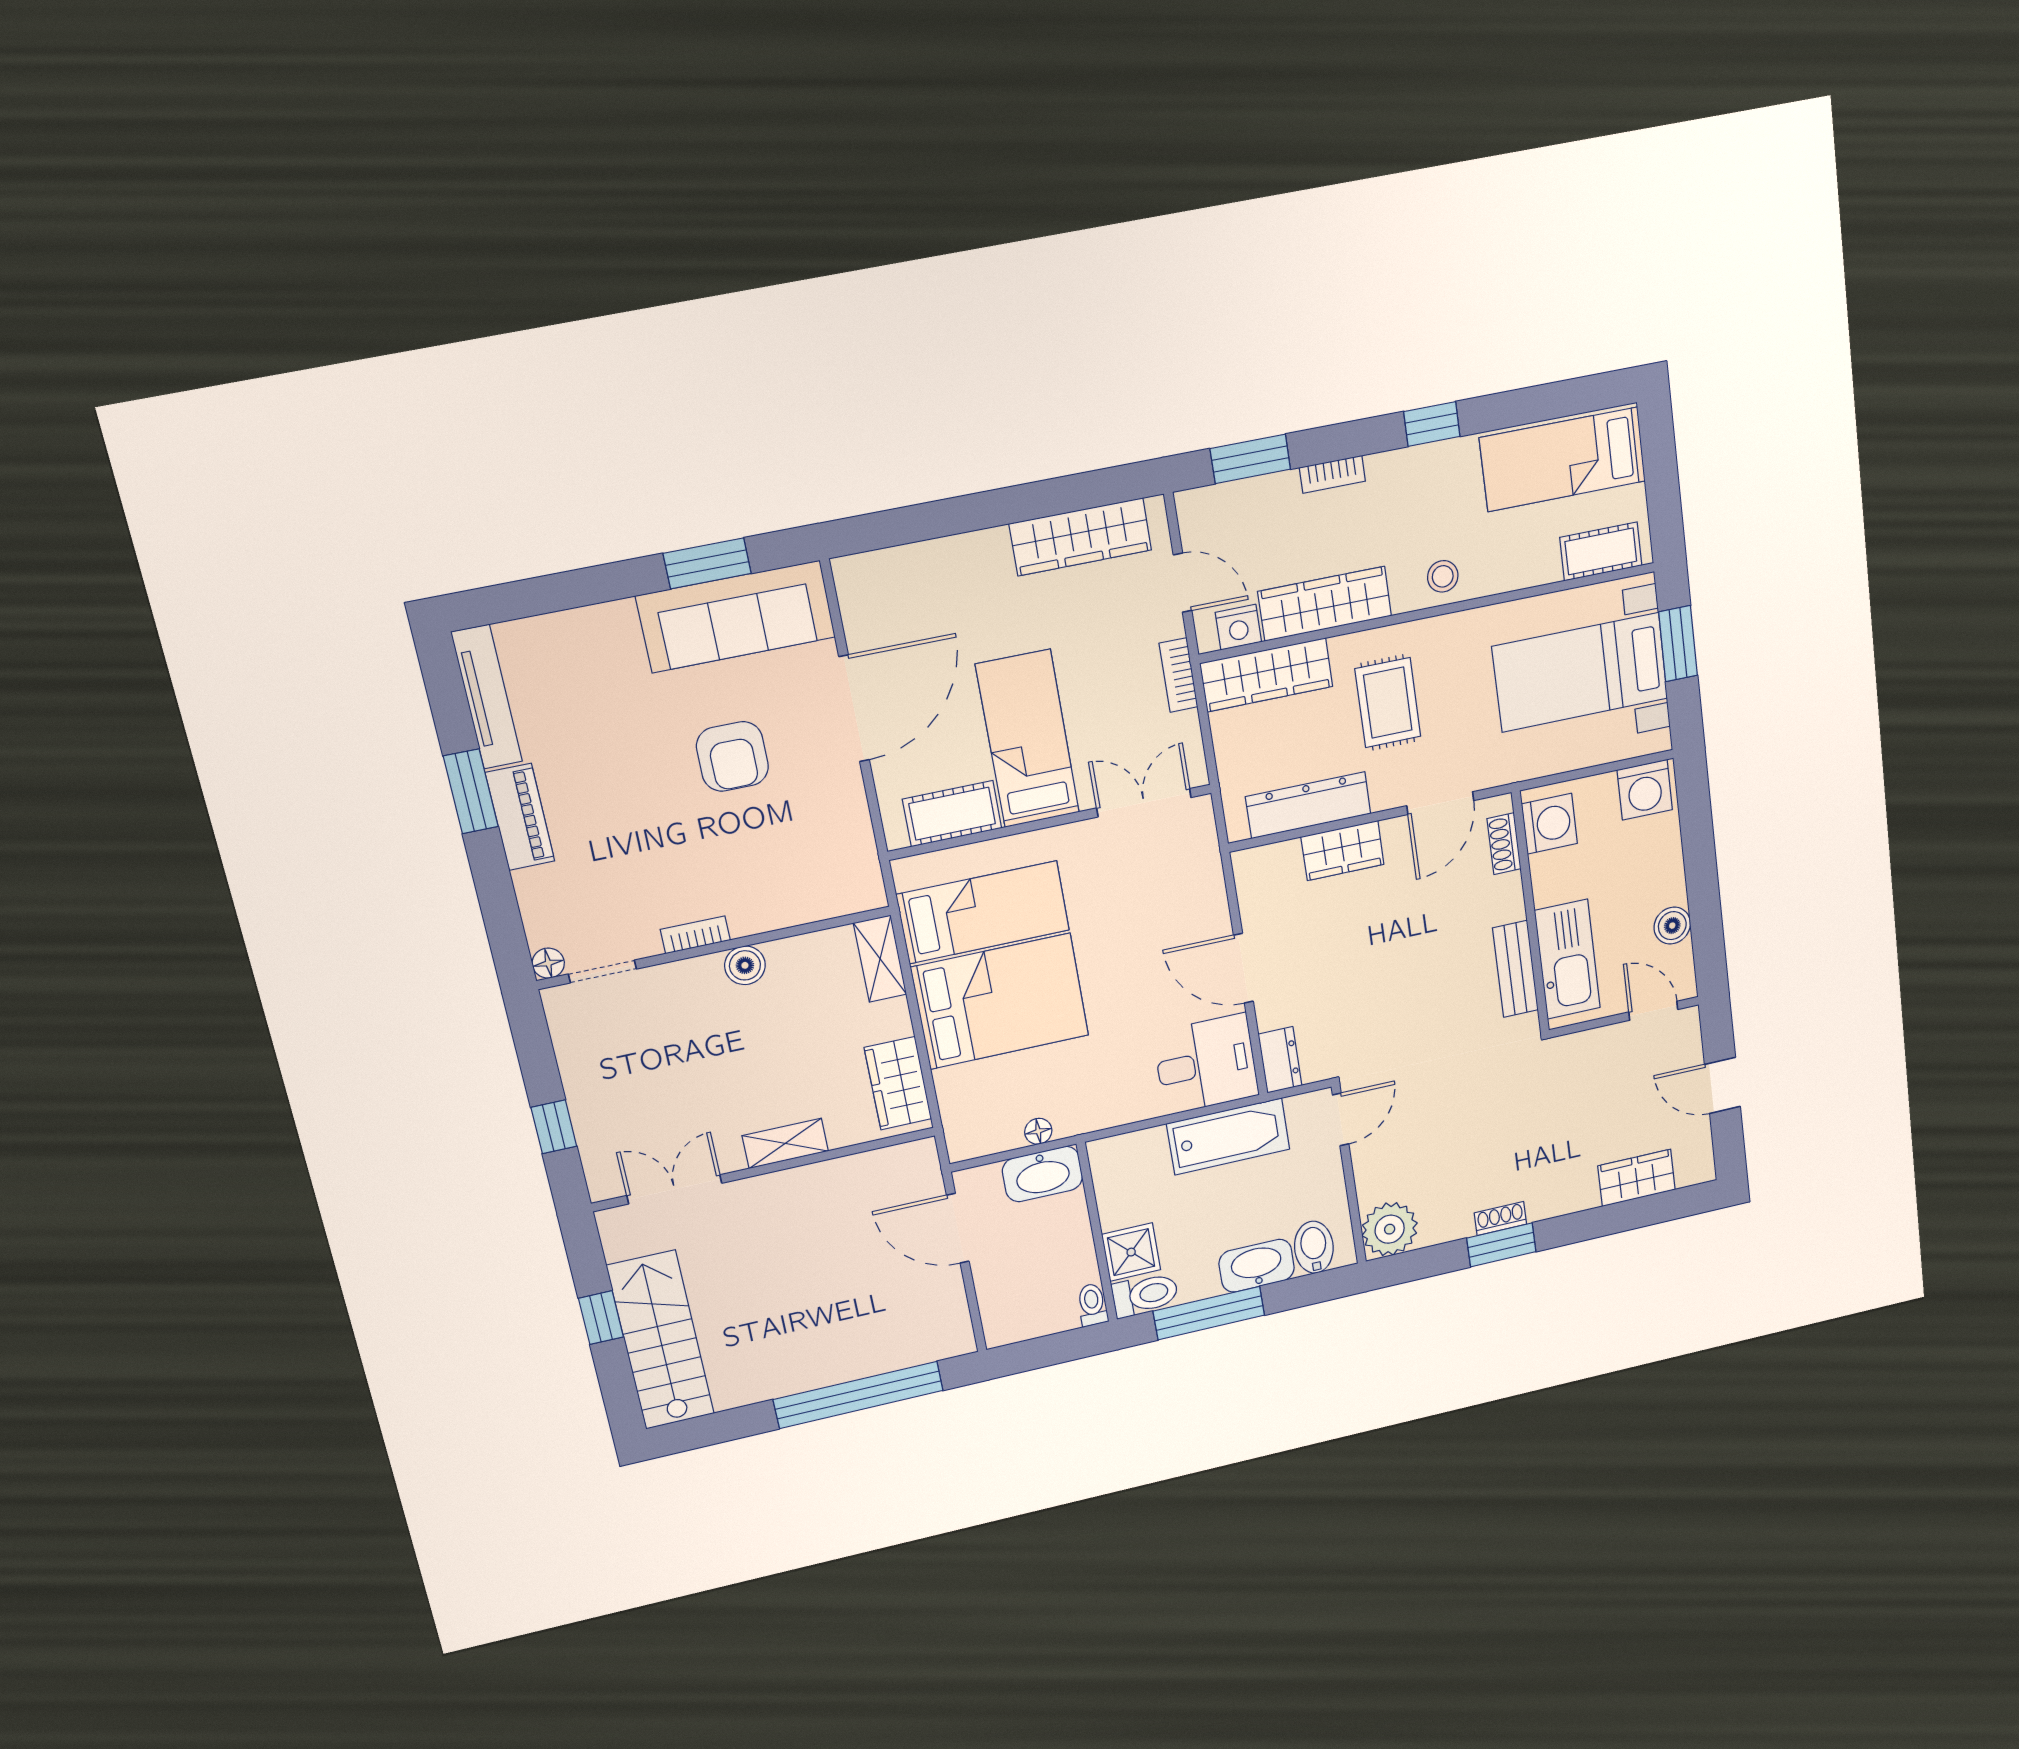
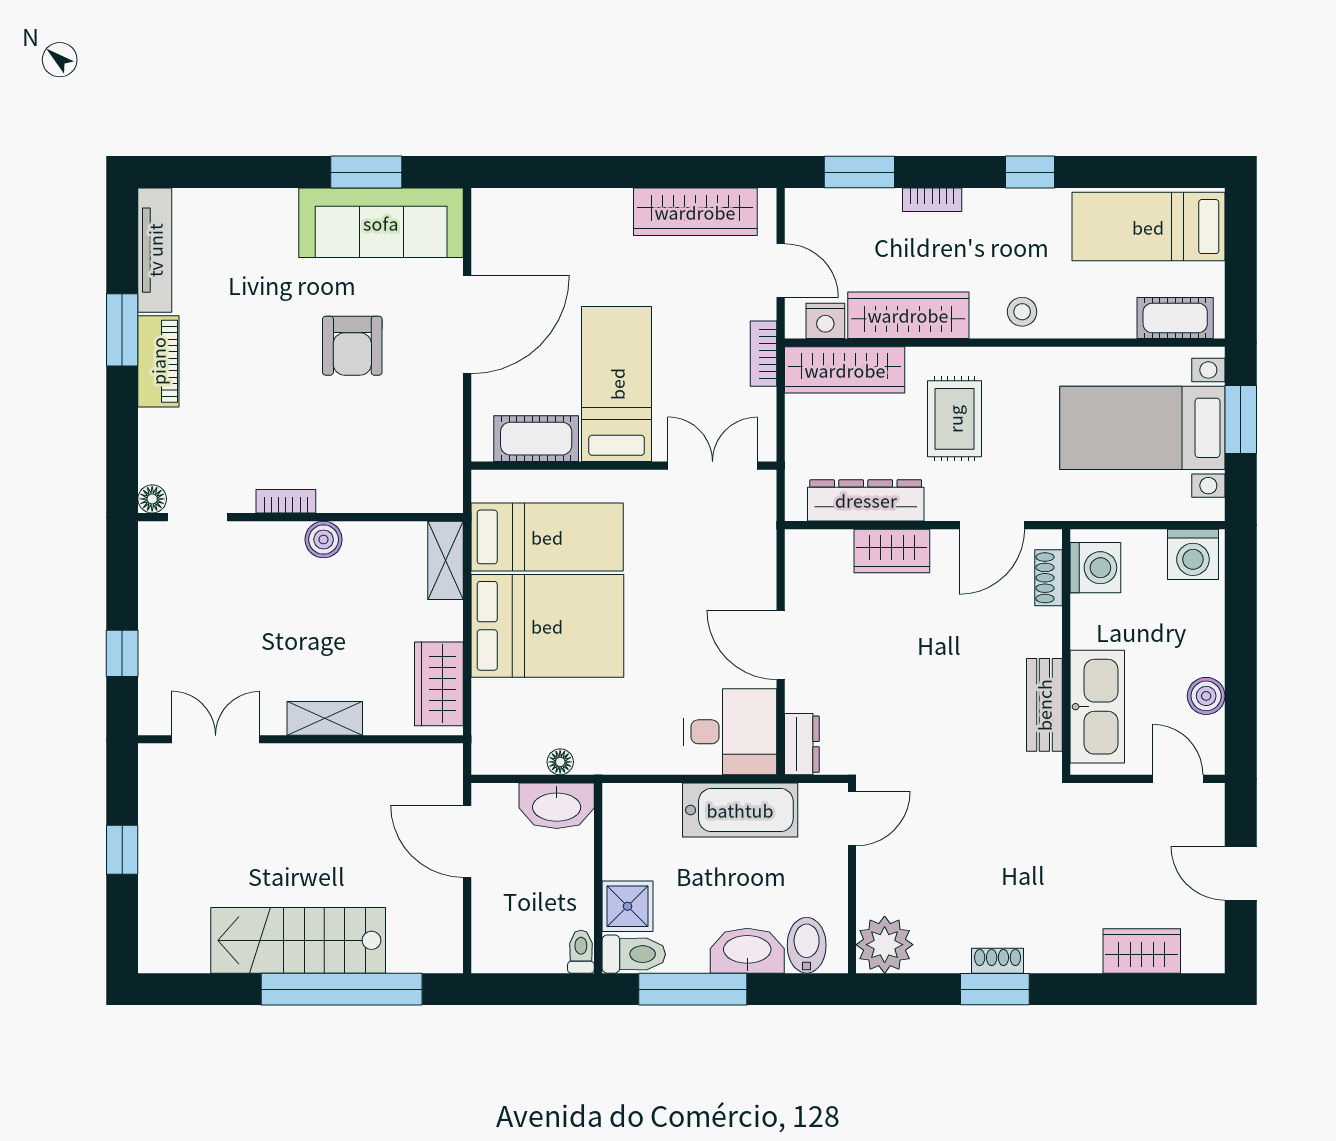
stairs: (661, 1340) -> (298, 940), moved, turned -90

